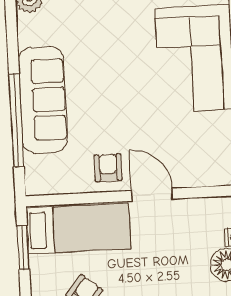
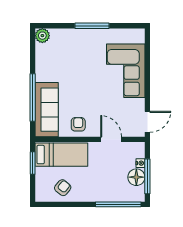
sofa: (43, 100) -> (47, 110), moved
door: (152, 195) -> (111, 139), moved

